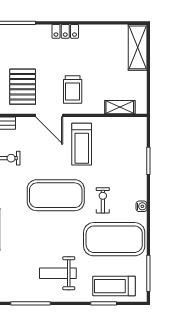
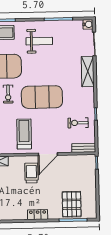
pallet: (23, 87) -> (72, 204), moved
door: (49, 115) -> (48, 154), swing flipped

